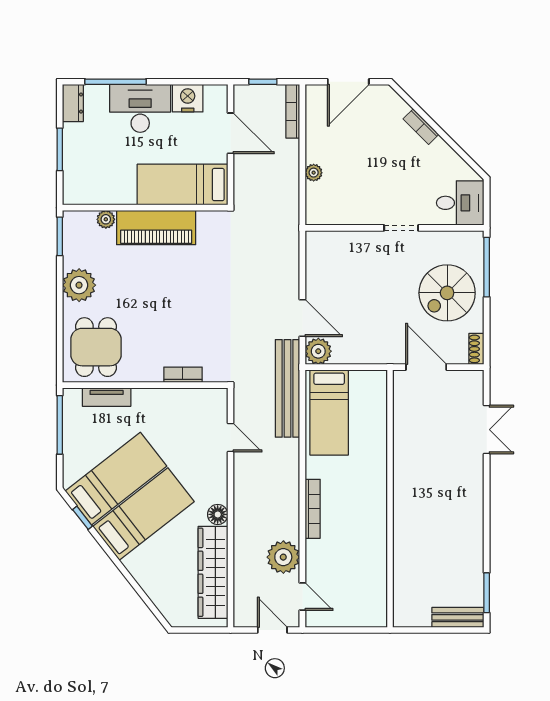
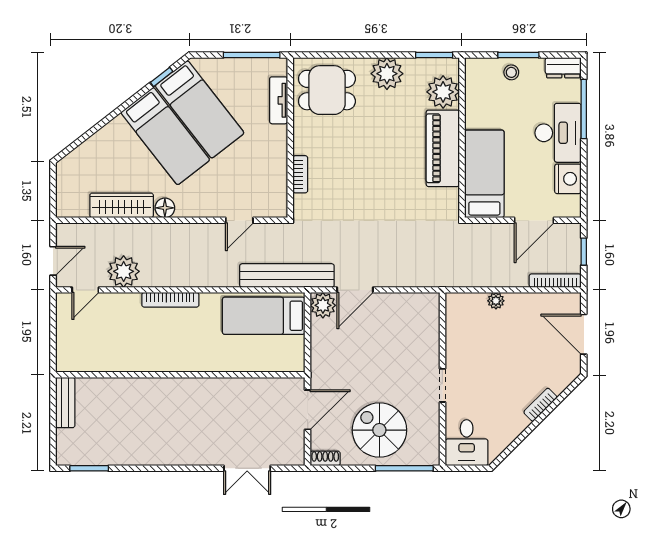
stool: (78, 157) -> (511, 72), added
plant: (106, 219) -> (443, 92), width x1.88, depth x1.88
wardrobe: (213, 572) -> (122, 205), width x0.71, depth x0.85
bench: (458, 617) -> (65, 403), moved

